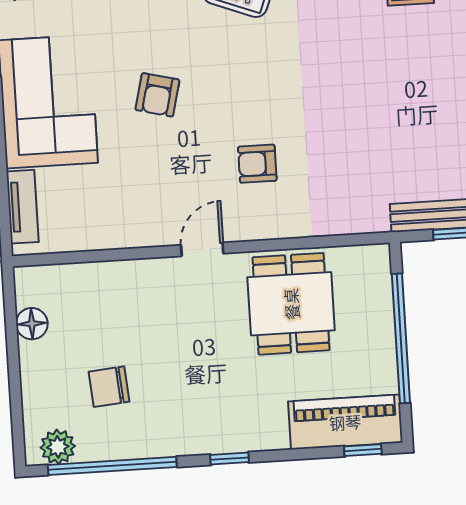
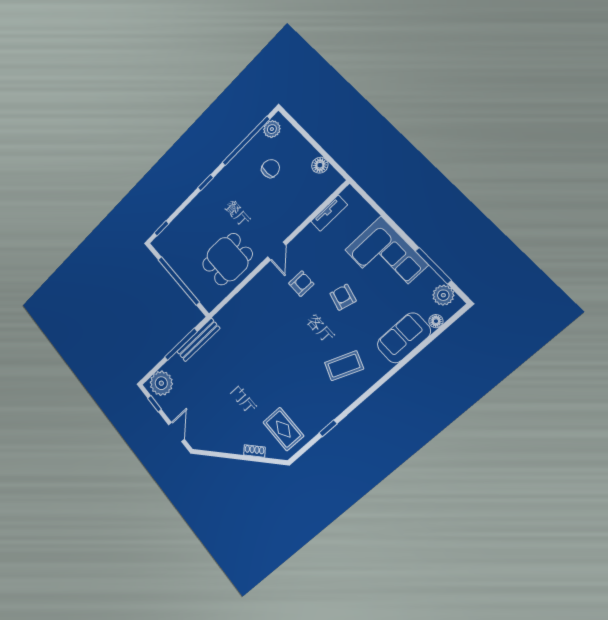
armchair: (257, 164) -> (301, 284), moved
tv unit: (23, 207) -> (329, 213), moved, turned -90
dining table: (291, 304) -> (227, 259), turned 90
piano: (345, 422) -> (175, 233), removed

